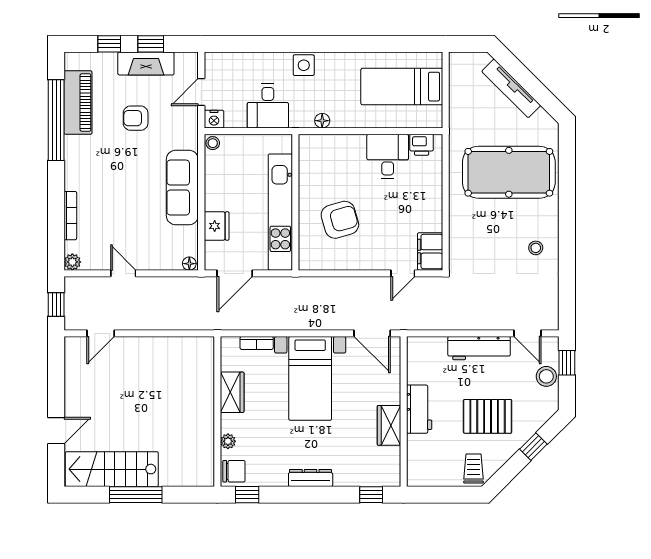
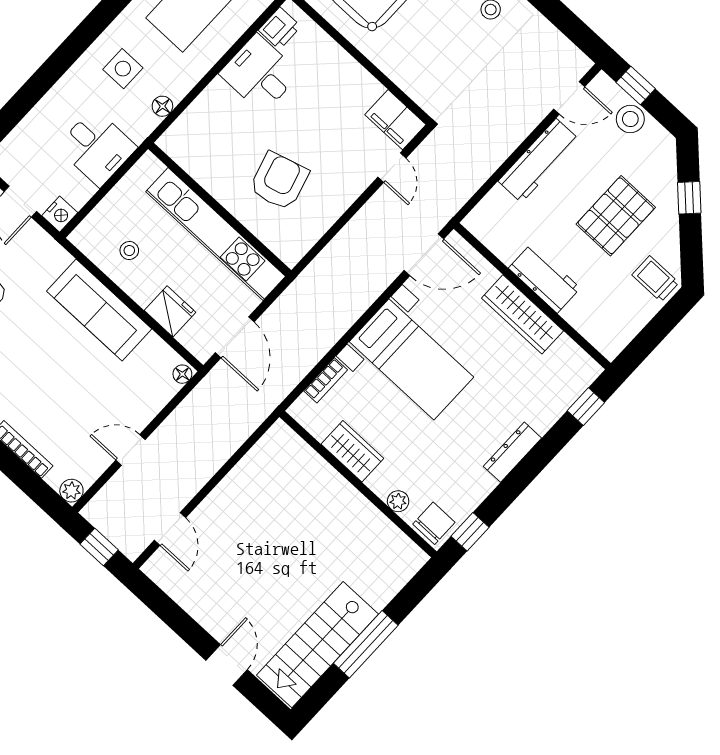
side table: (304, 65) -> (123, 69), moved
stool: (213, 143) -> (129, 251), moved
wardrobe: (389, 425) -> (522, 314), width x1.50

